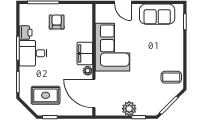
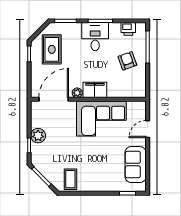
armchair: (57, 22) -> (127, 61), turned -110
printer: (26, 33) -> (128, 29), moved

